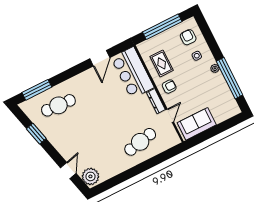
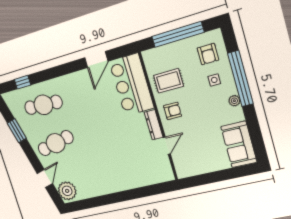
armchair: (188, 37) -> (208, 54), turned 180
rug: (162, 63) -> (168, 81), turned 90
window: (230, 78) -> (240, 79), moved
window: (37, 90) -> (23, 82), width x0.46
sofa: (197, 124) -> (239, 144), moved, turned -90
cafe table: (140, 142) -> (56, 143), moved

